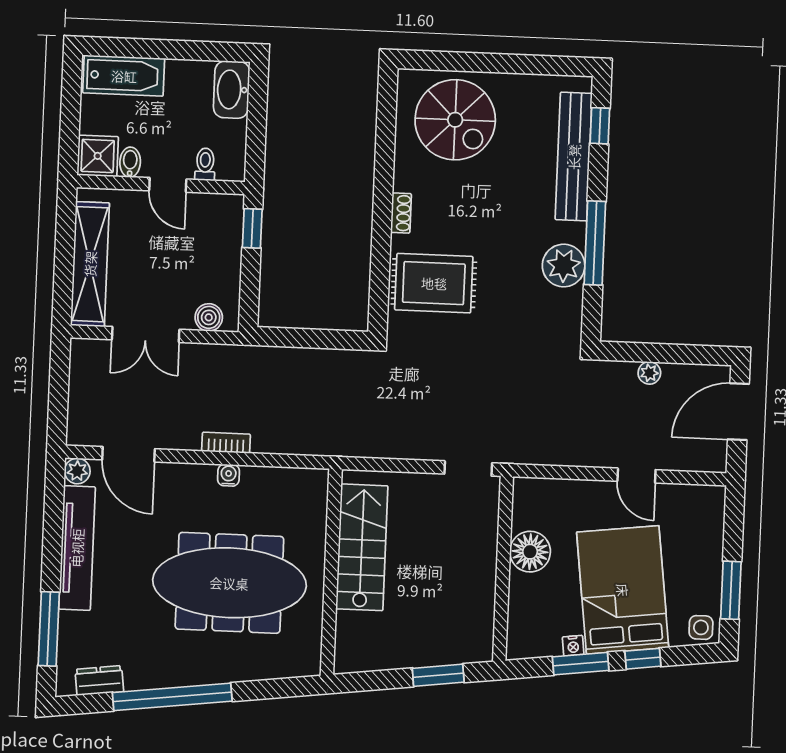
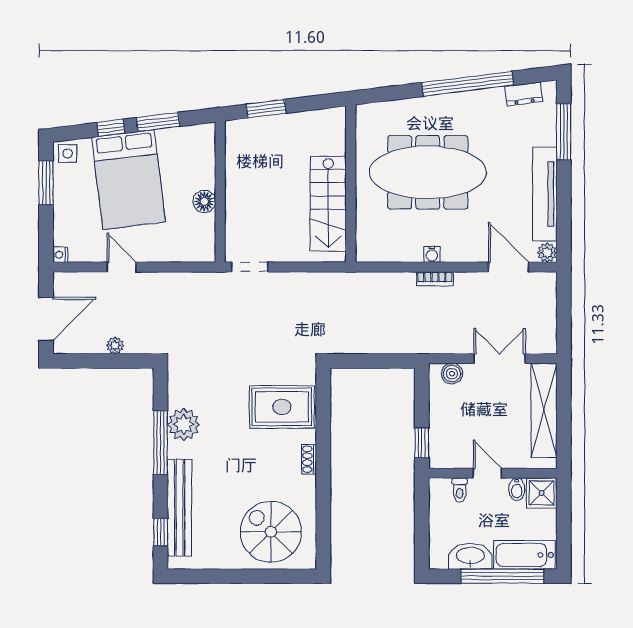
window: (154, 49) -> (502, 576), added
washbasin: (232, 90) -> (470, 556), moved, turned -90
floor lamp: (530, 552) -> (204, 201), width x0.73, depth x0.73
nightstand: (573, 646) -> (60, 255), moved, turned -83

